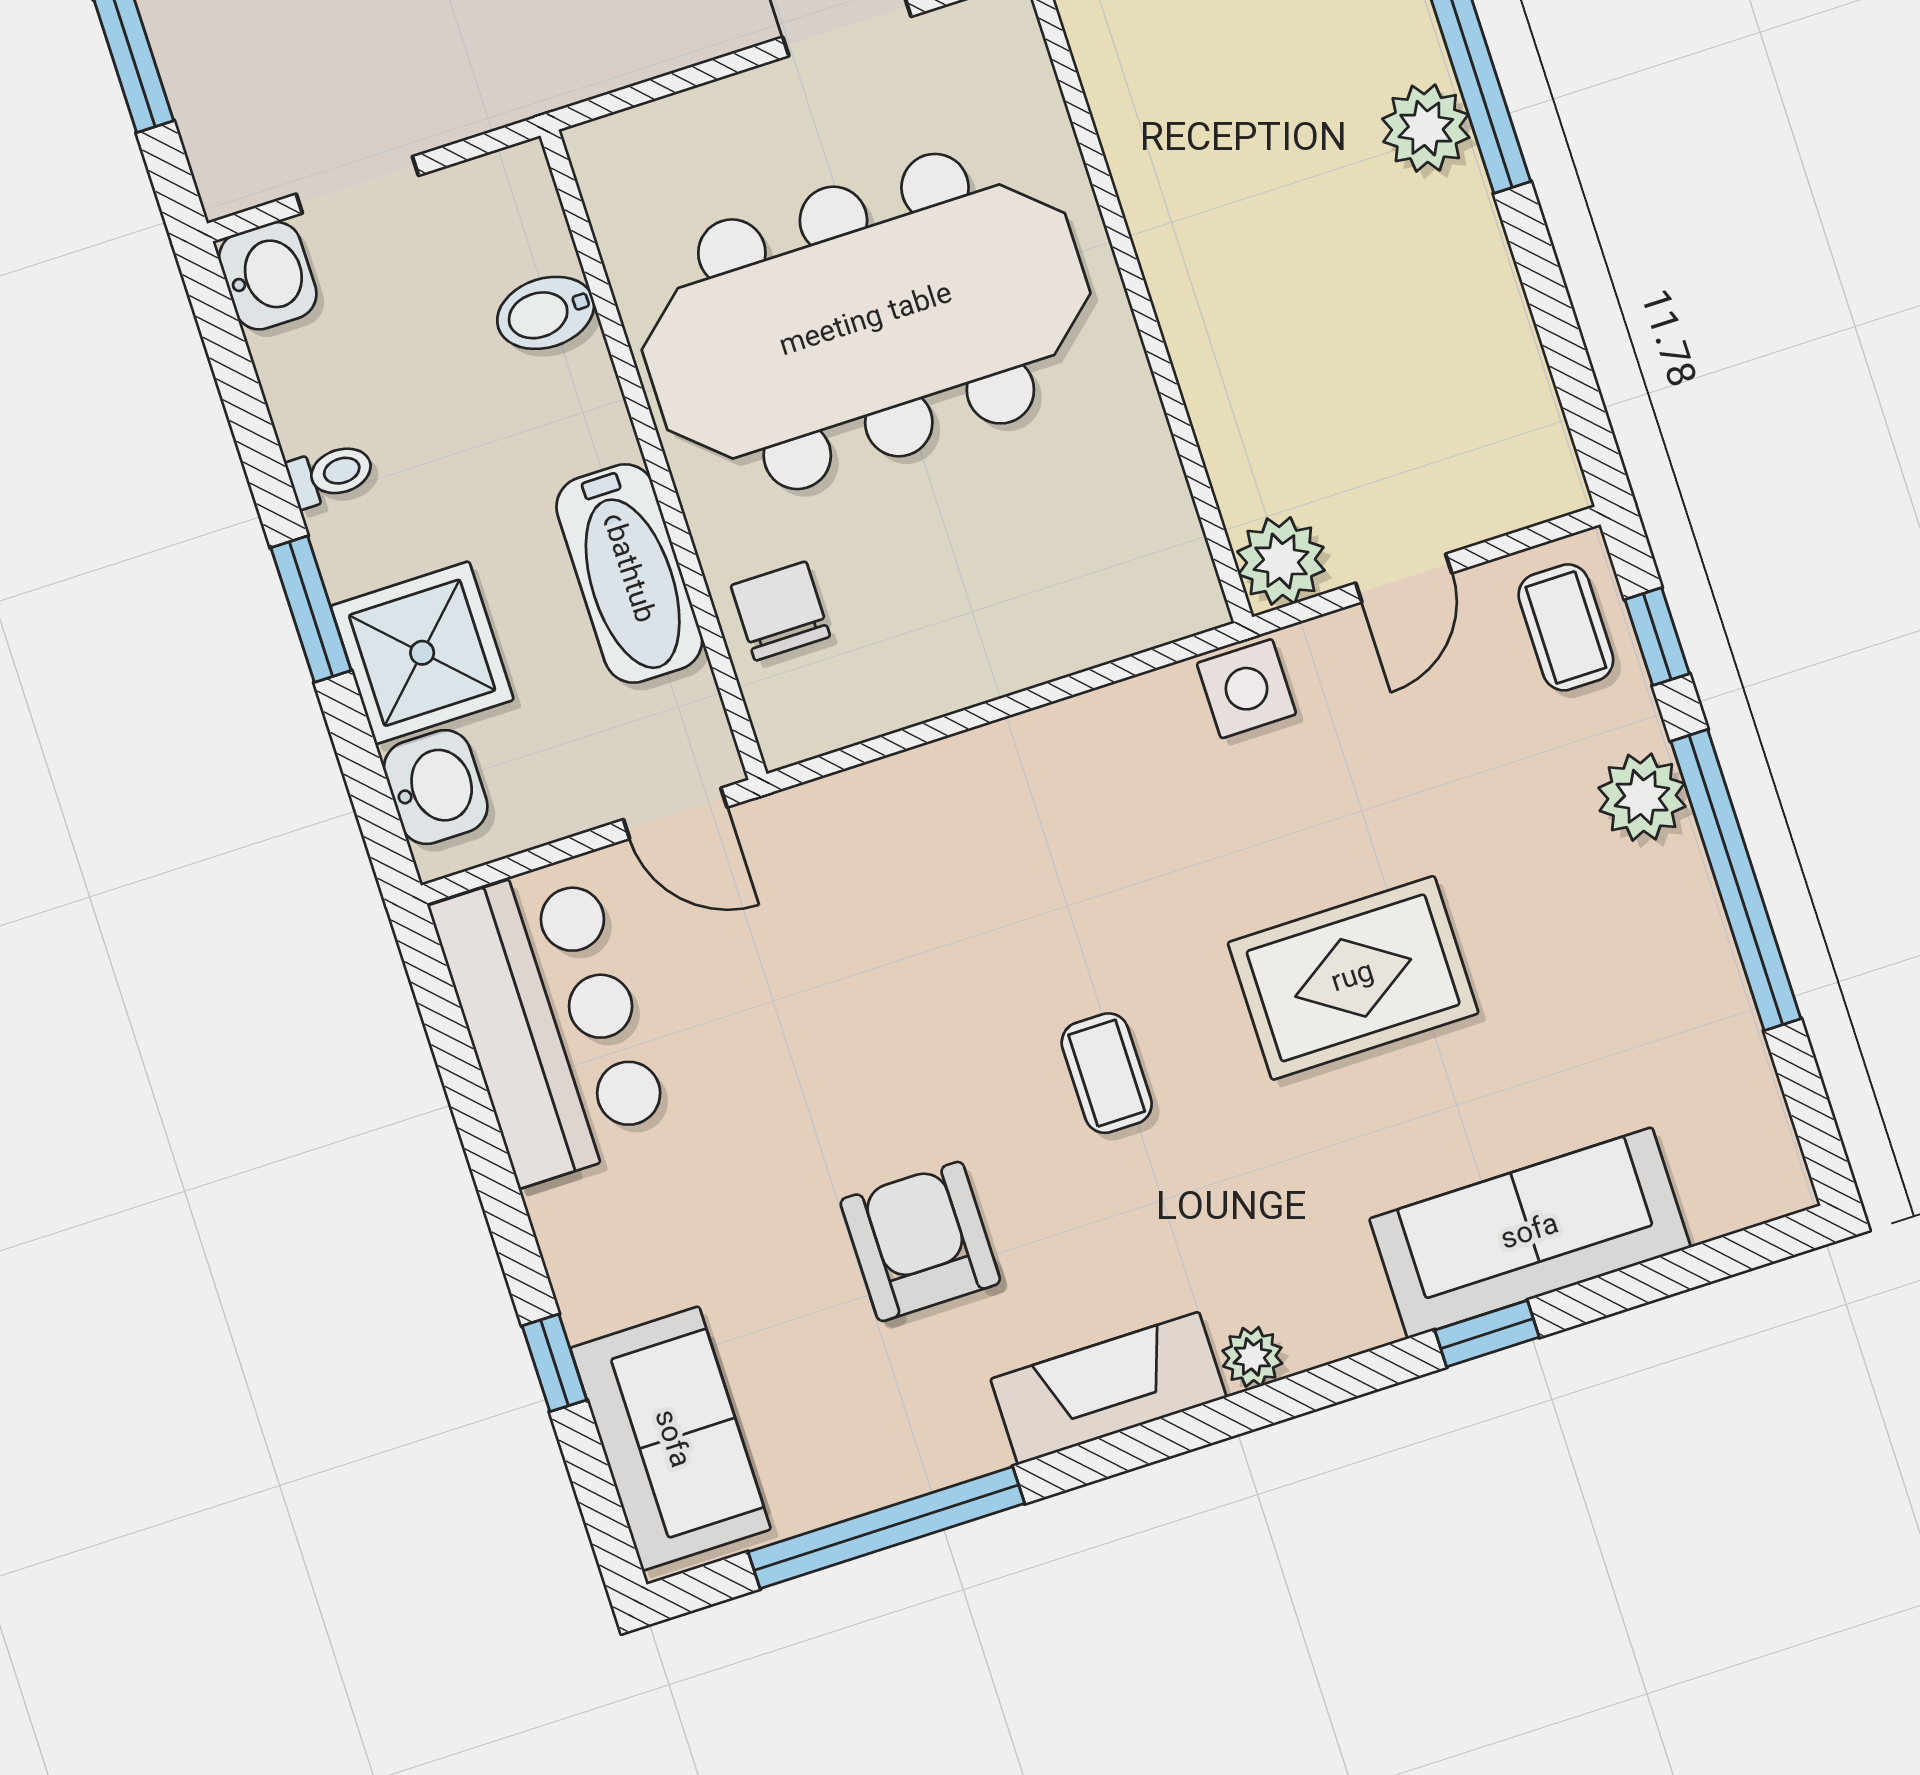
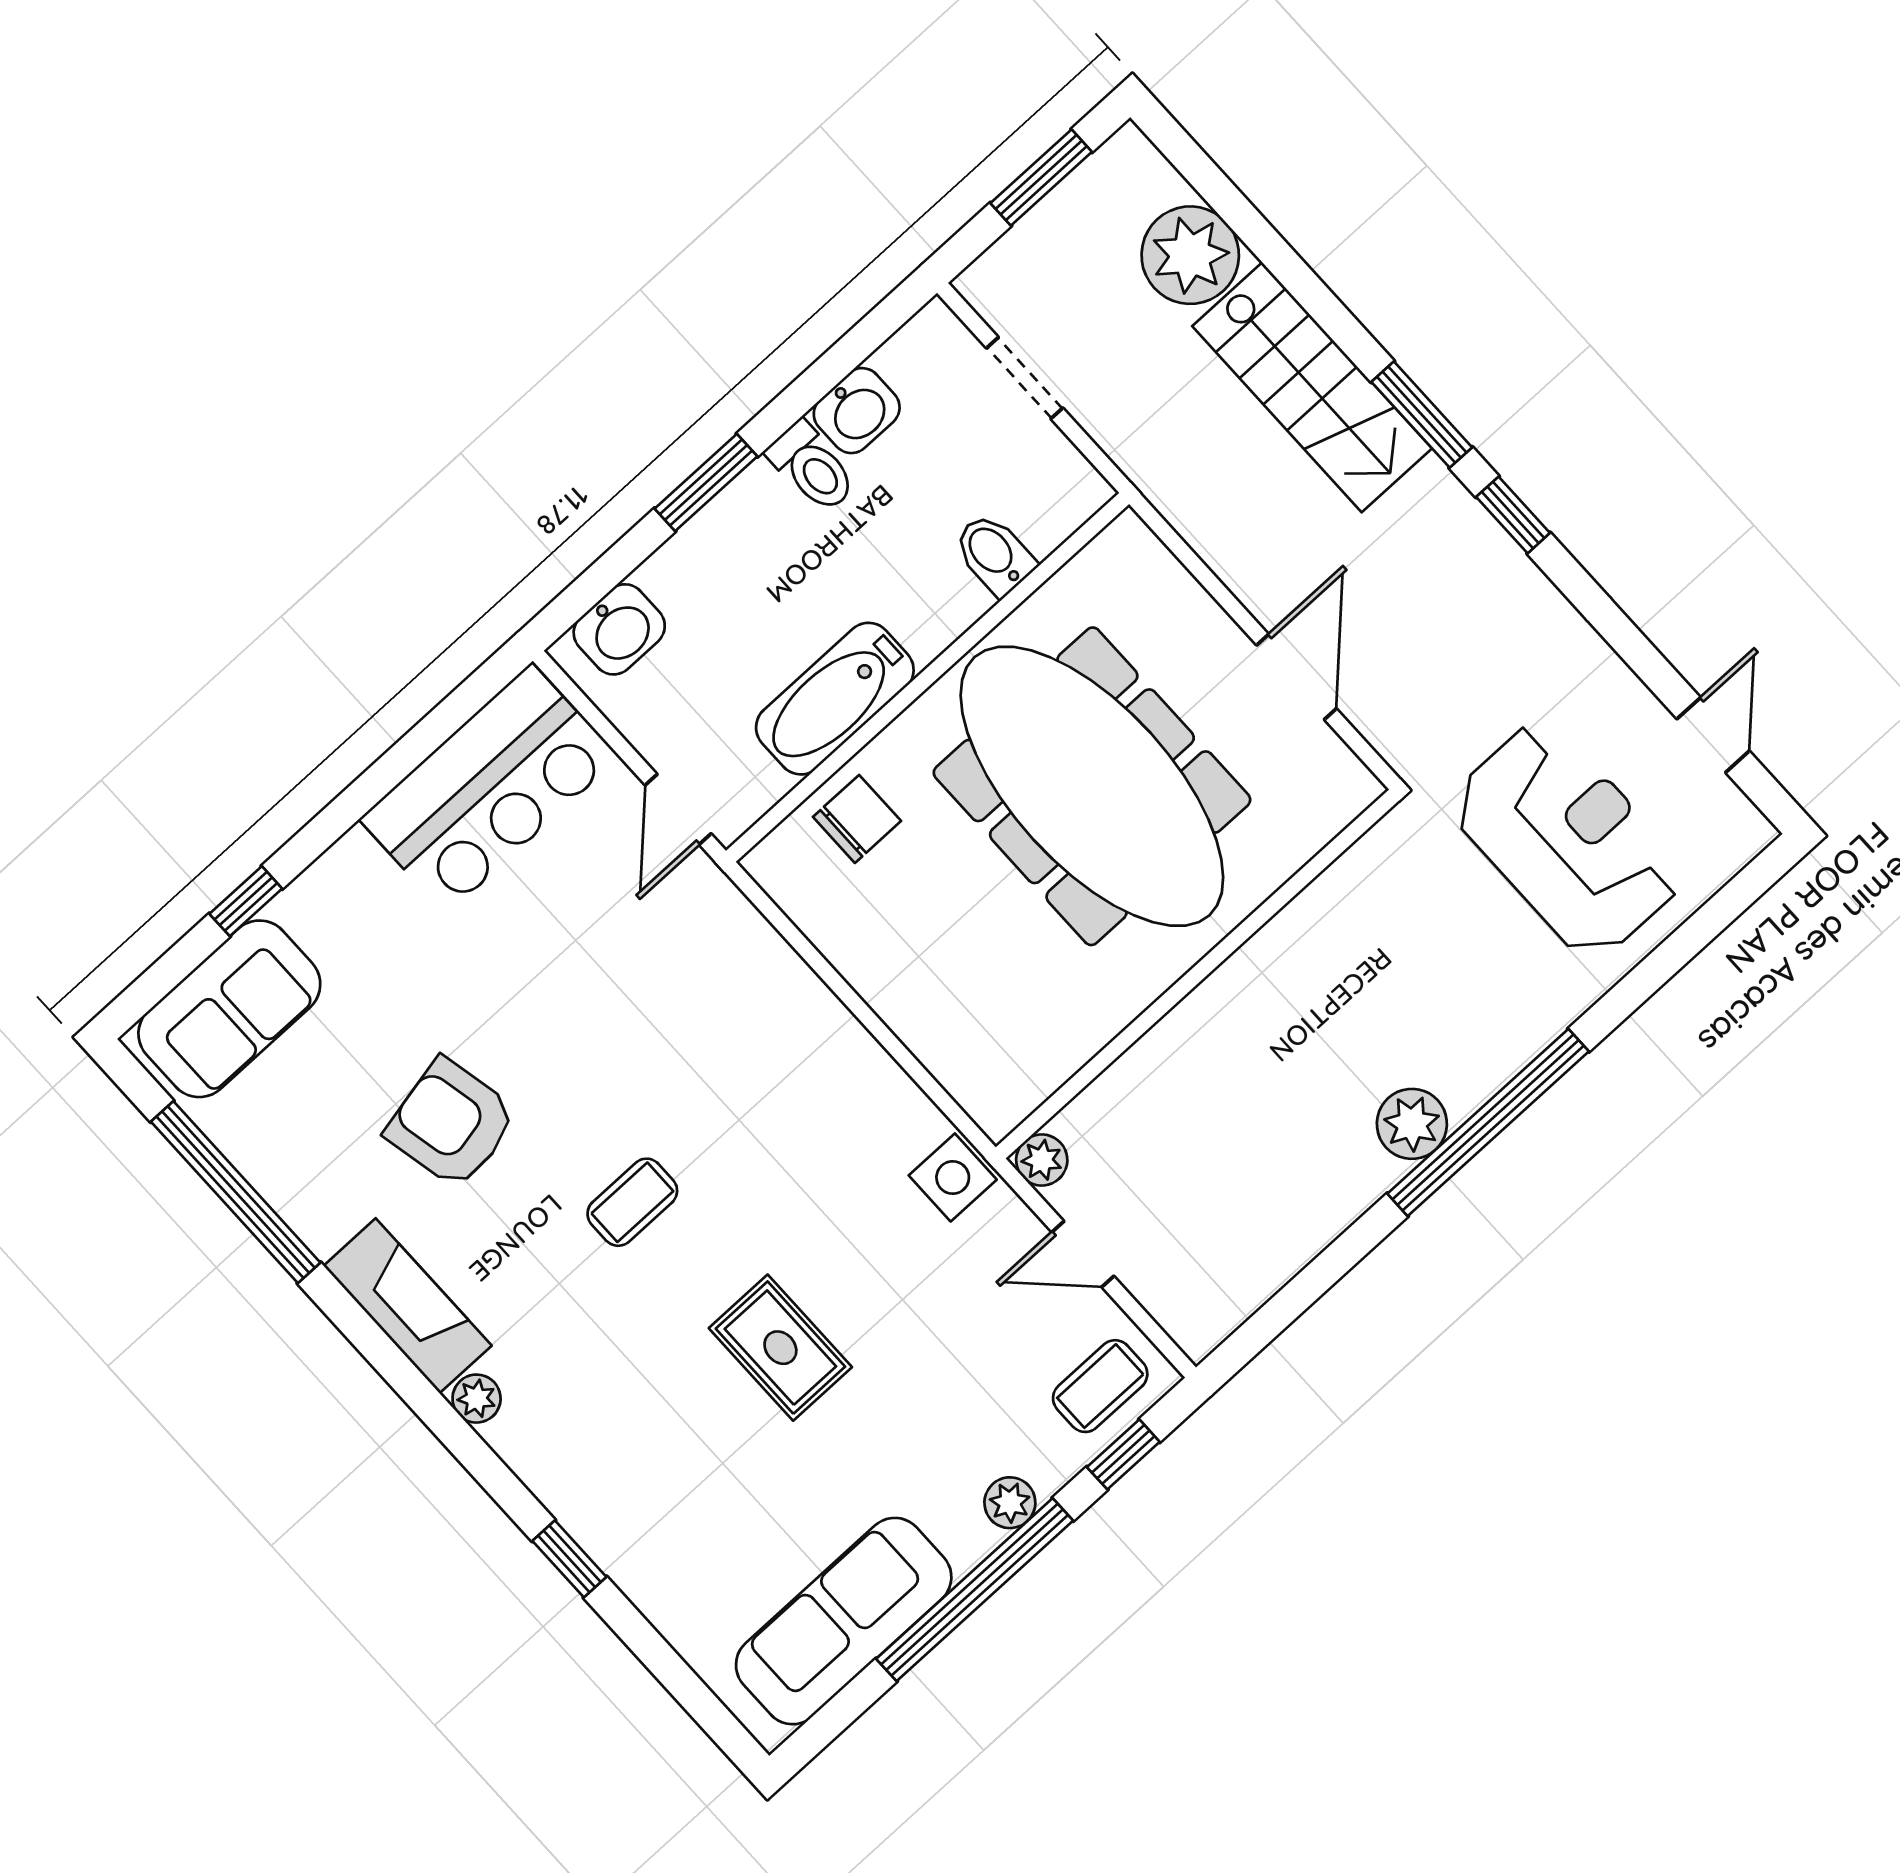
washbasin: (268, 276) -> (857, 411), moved
toilet: (331, 474) -> (812, 467), width x1.37, depth x1.39
plant: (1281, 561) -> (1042, 1160), width x0.73, depth x0.73
shower: (422, 653) -> (711, 576), removed
plant: (1642, 797) -> (1010, 1503), width x0.73, depth x0.73
rug: (1353, 978) -> (780, 1348), width x0.73, depth x0.70
sofa: (1530, 1233) -> (844, 1621), moved, turned -90
armchair: (920, 1241) -> (451, 1124), turned -102

